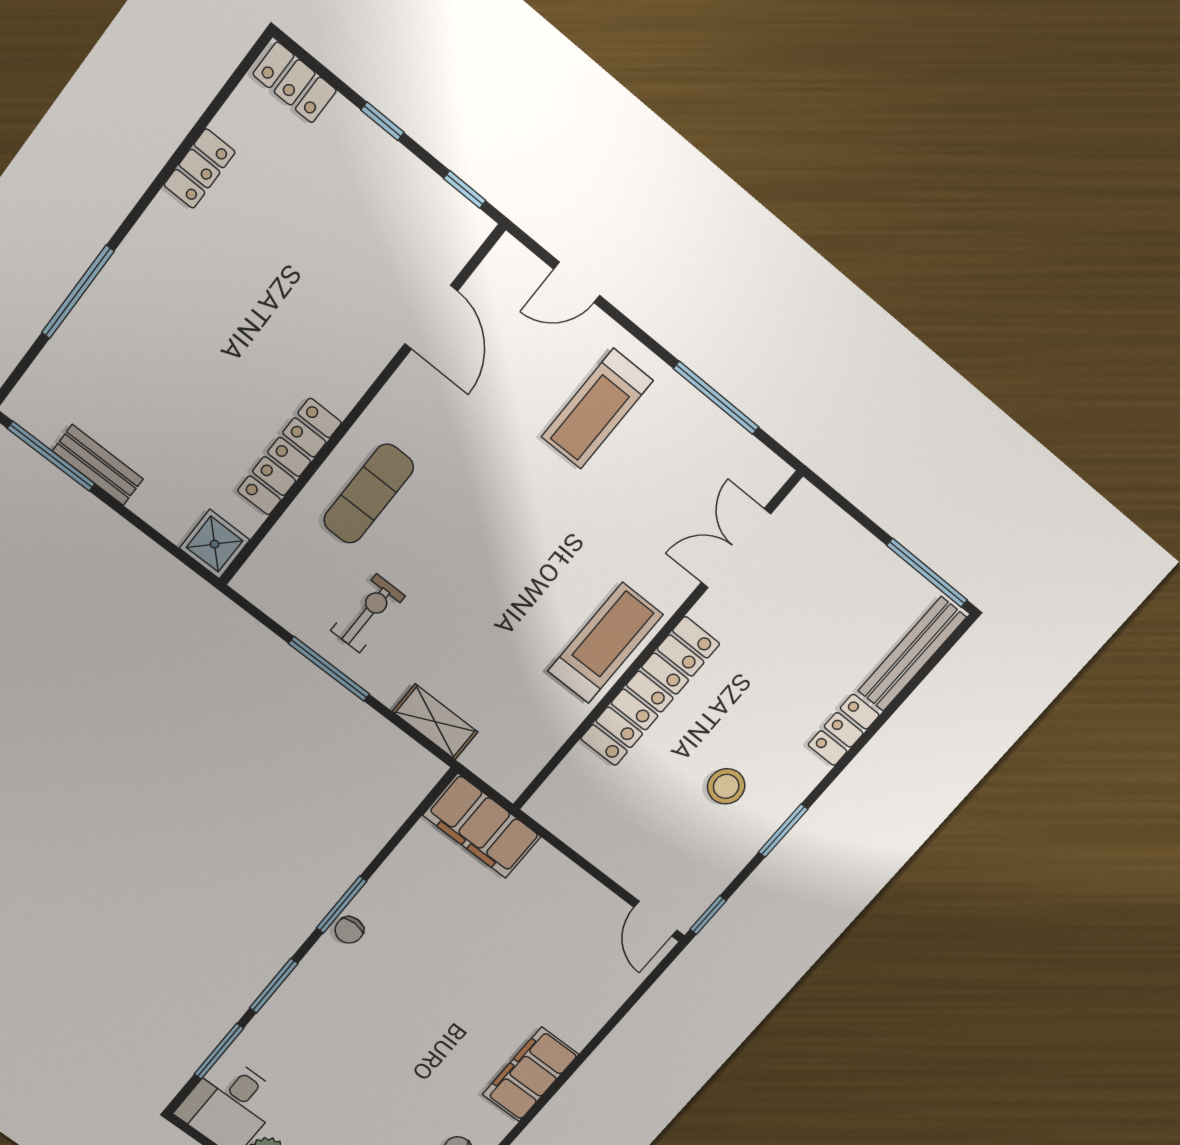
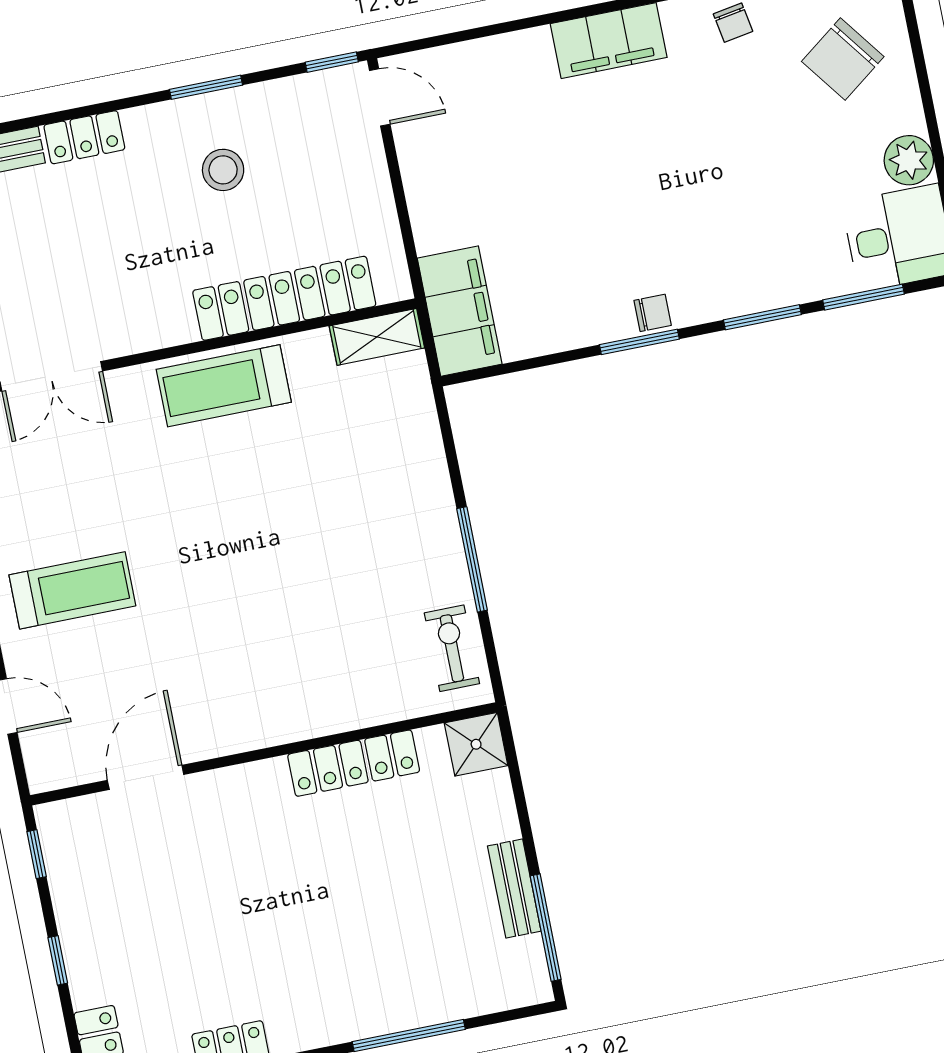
exercise mat: (369, 494) -> (315, 678), removed
exercise bike: (368, 613) -> (452, 648), moved, turned 90
locker: (650, 692) -> (284, 298), moved
shelving: (435, 722) -> (377, 337), moved, turned 90
door: (656, 919) -> (380, 97), hinge flipped

